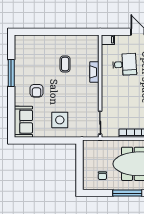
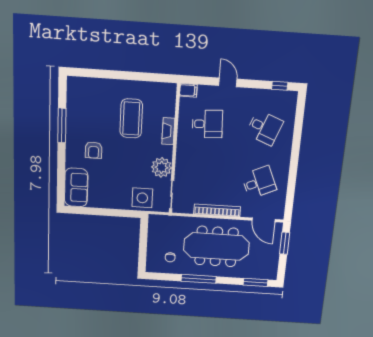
coffee table: (65, 64) -> (131, 118), width x1.86, depth x1.72
plant: (91, 101) -> (161, 167), added
side table: (60, 120) -> (142, 198), moved

